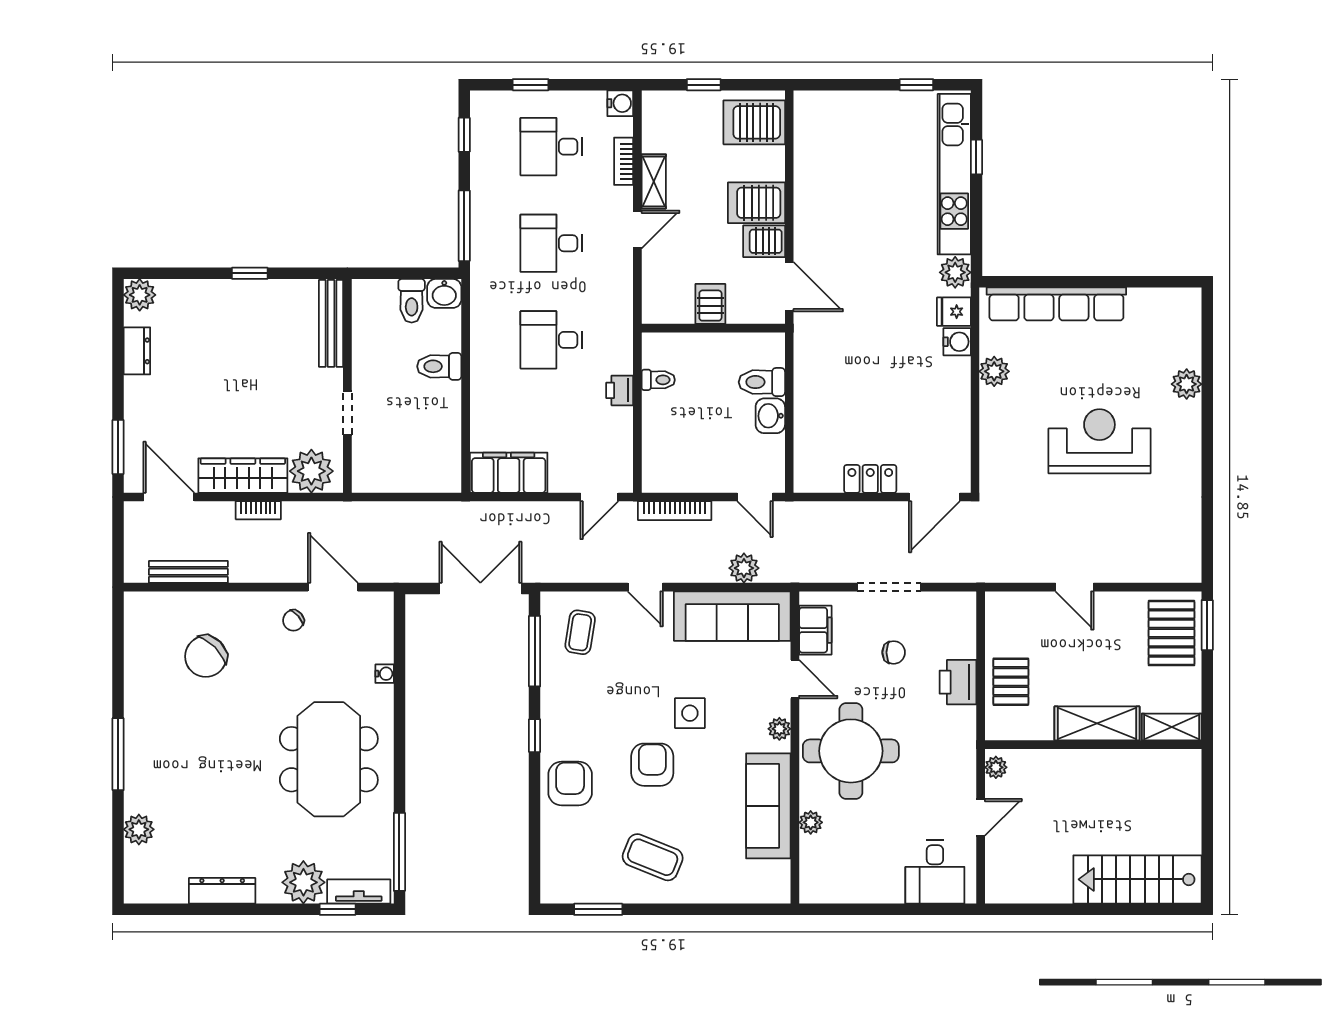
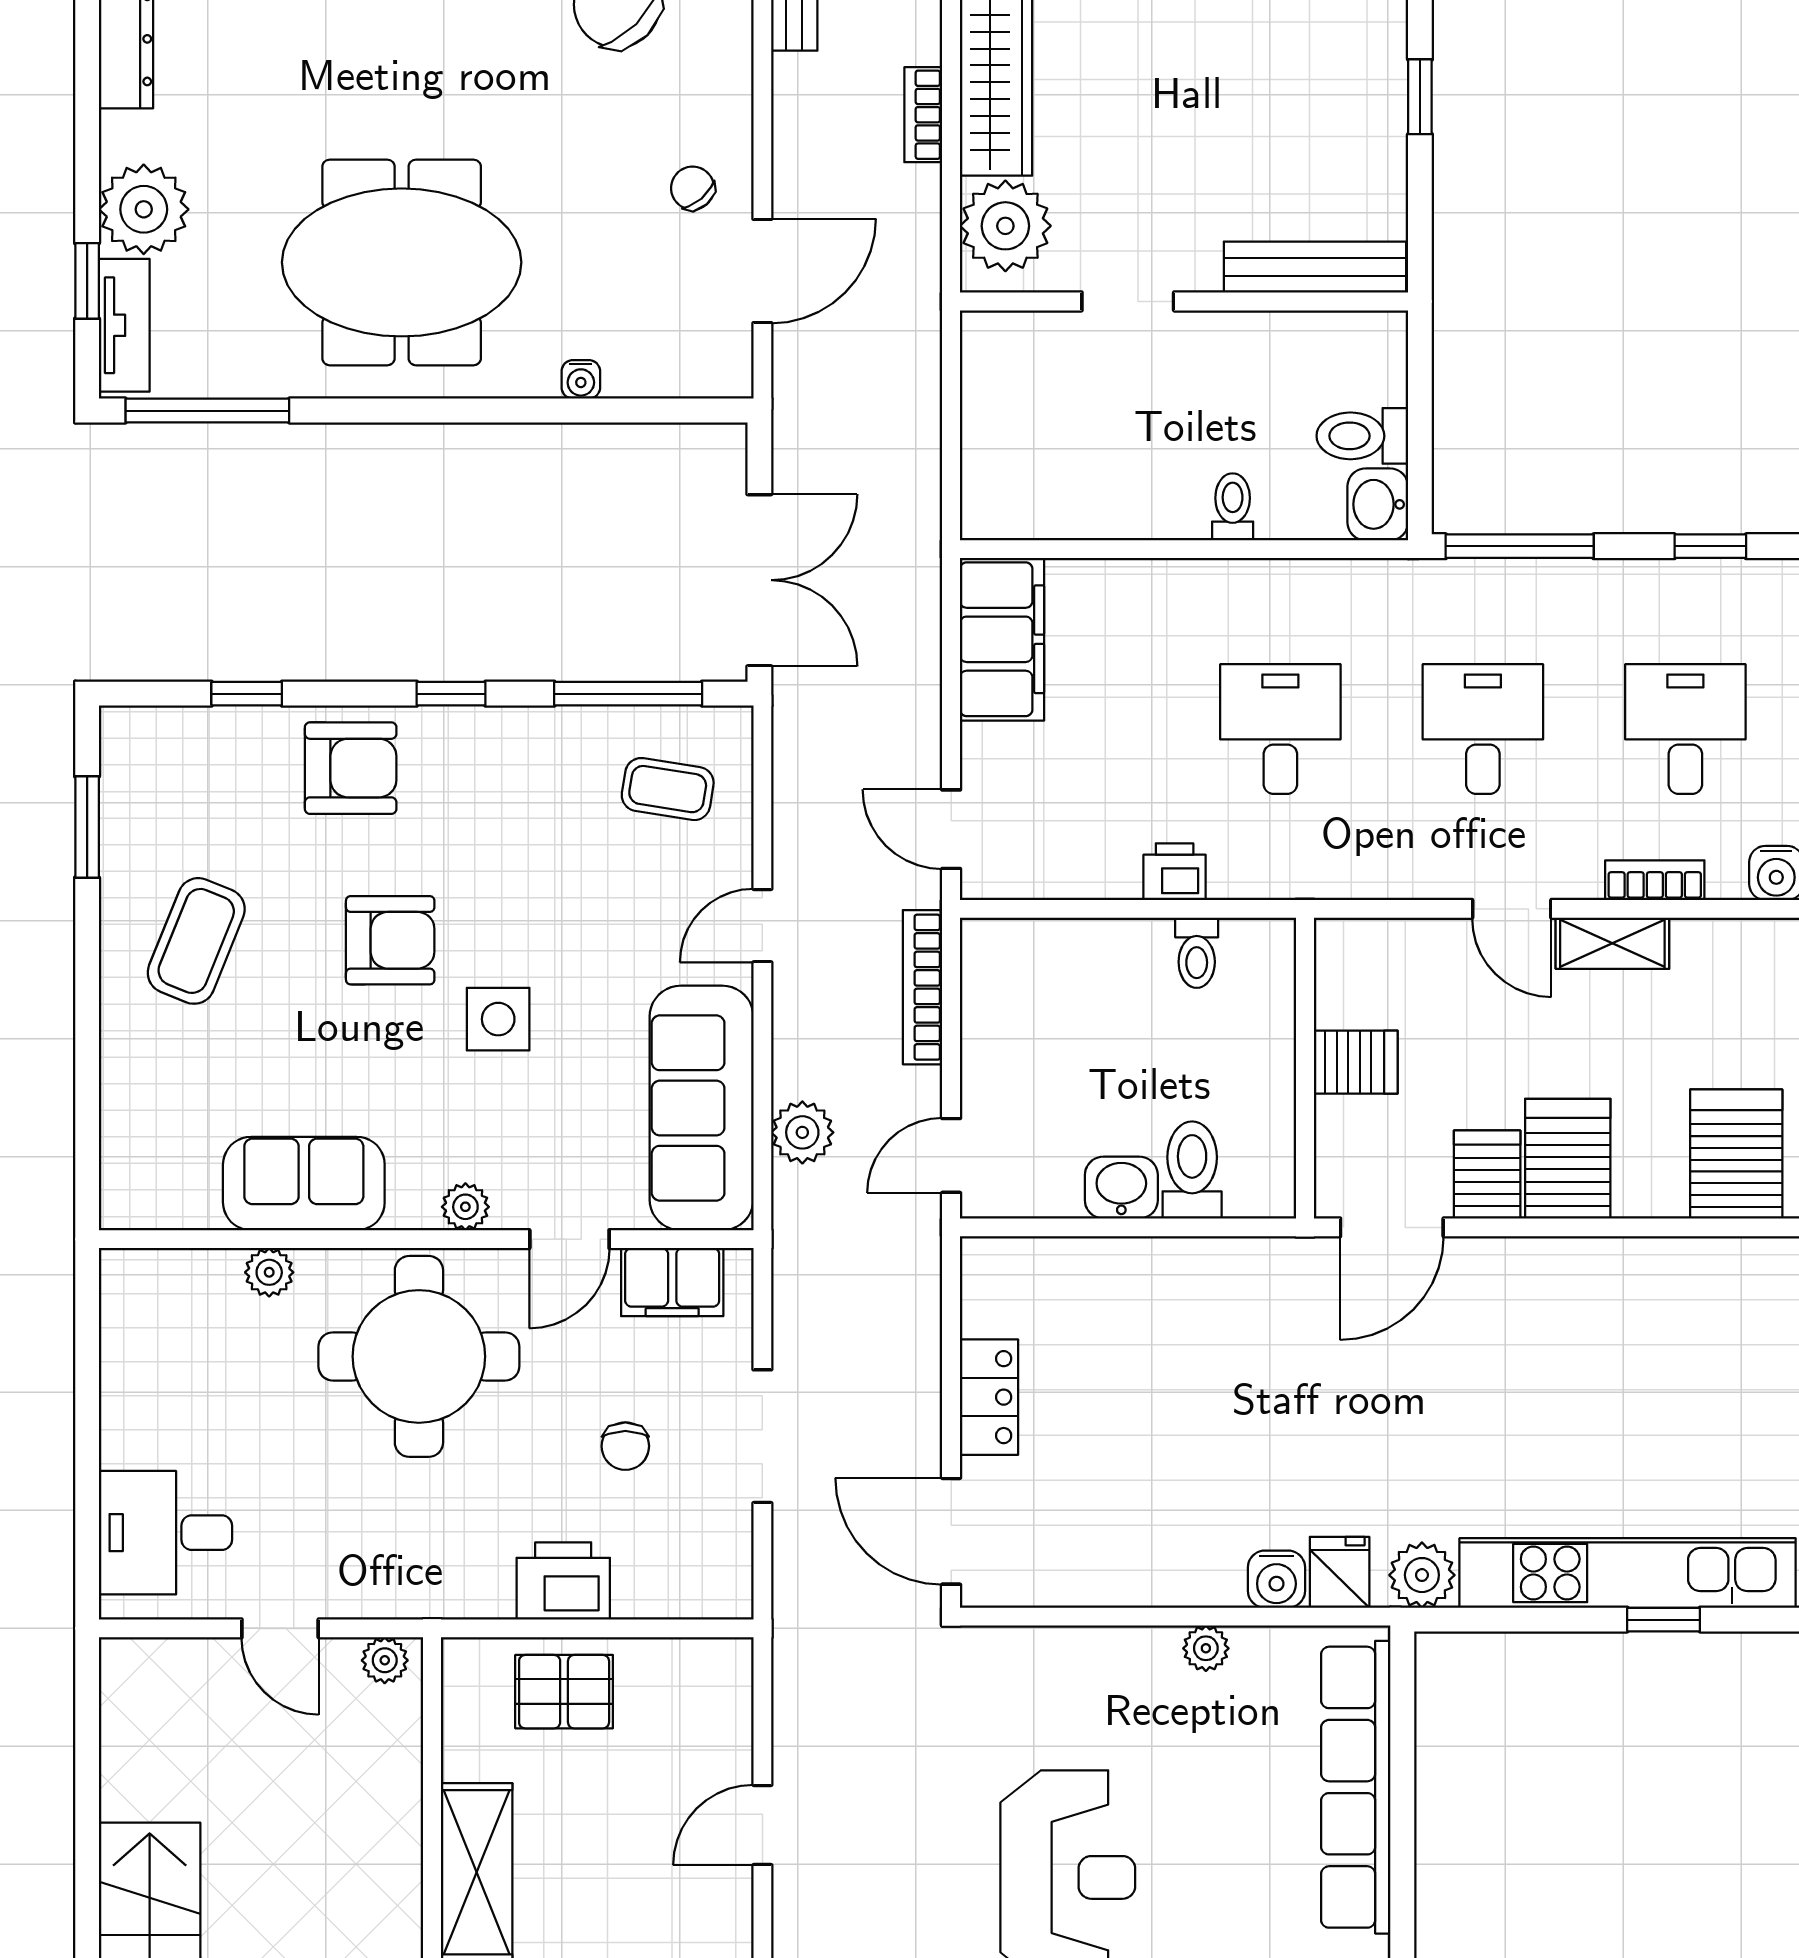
toilet: (439, 366) -> (1233, 507), width x0.73, depth x0.72
plant: (994, 371) -> (1206, 1648), width x0.73, depth x0.73
sofa: (768, 806) -> (304, 1184), width x0.73
window: (535, 833) -> (247, 694), added

